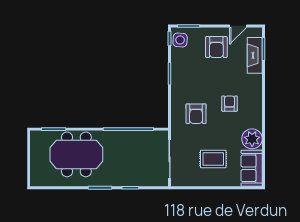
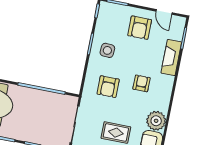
door: (238, 26) -> (164, 12), hinge flipped
side table: (180, 40) -> (107, 50), moved
fireplace: (255, 55) -> (171, 58), moved

